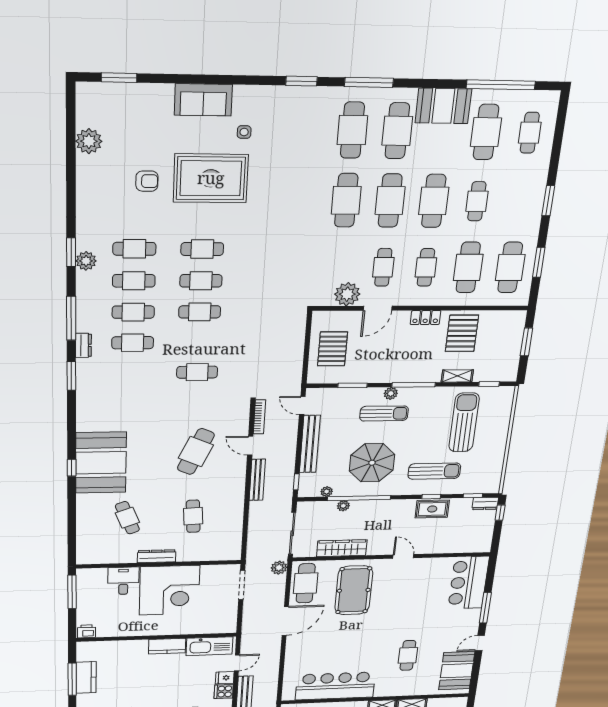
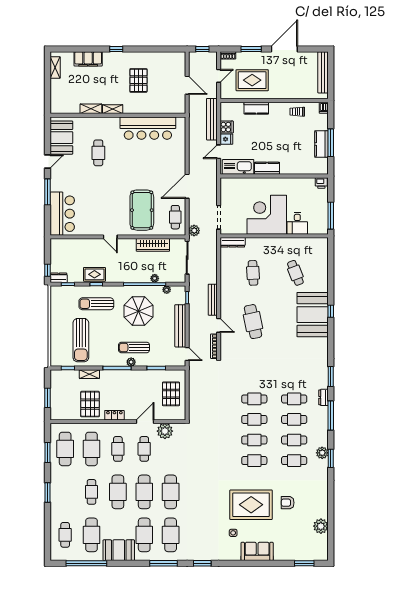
cafe table: (197, 372) -> (254, 399), moved
cafe table: (196, 452) -> (253, 322), turned -36
dresser: (157, 556) -> (233, 242), moved
cafe table: (306, 583) -> (175, 217), width x0.73, depth x0.74

